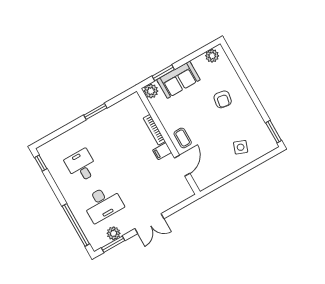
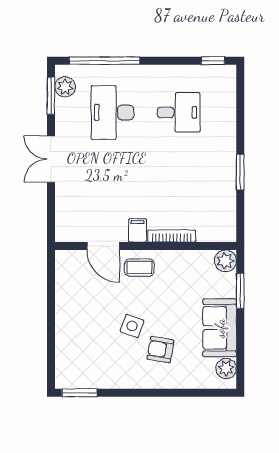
sofa: (178, 80) -> (220, 328), moved
side table: (241, 147) -> (132, 326), moved
plant: (114, 233) -> (65, 87), moved

